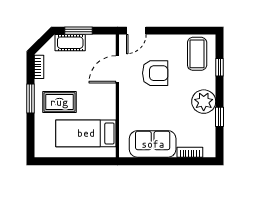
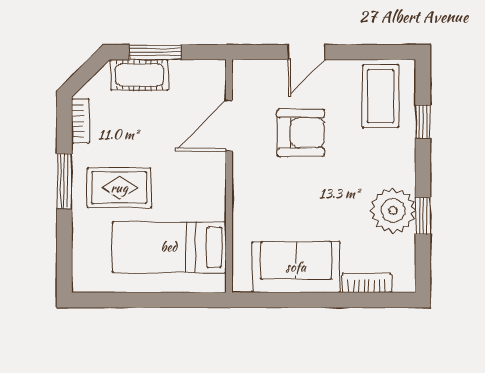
door: (136, 31) -> (306, 52), moved
plant: (204, 102) -> (393, 210), moved

